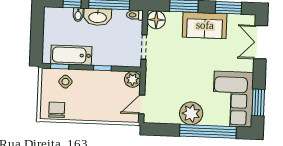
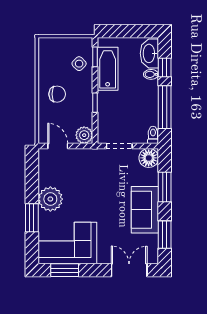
washbasin: (98, 17) -> (149, 53), moved
chair: (57, 110) -> (57, 94), moved
window: (208, 131) -> (32, 218), width x0.47

